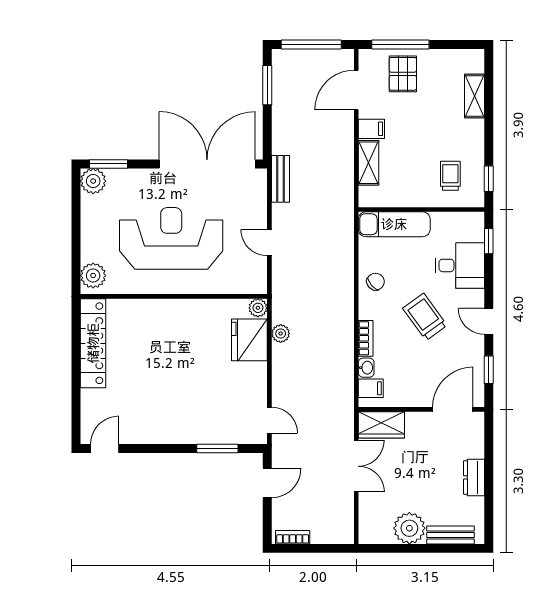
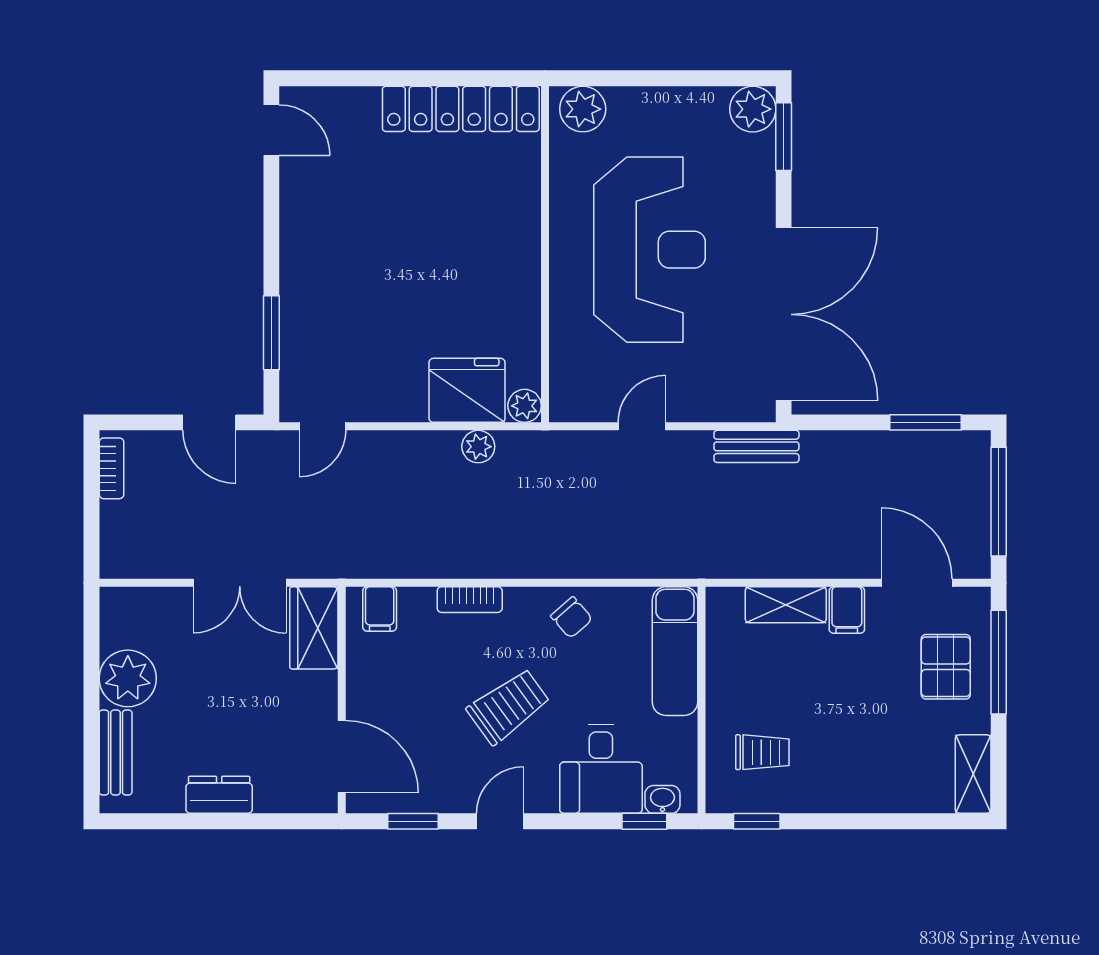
pallet: (403, 74) -> (946, 667), turned 90
shelving: (475, 96) -> (973, 774), moved, turned 90
washbasin: (366, 368) -> (662, 799), moved, turned 180

